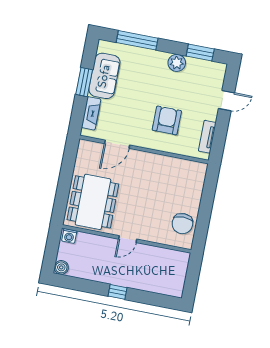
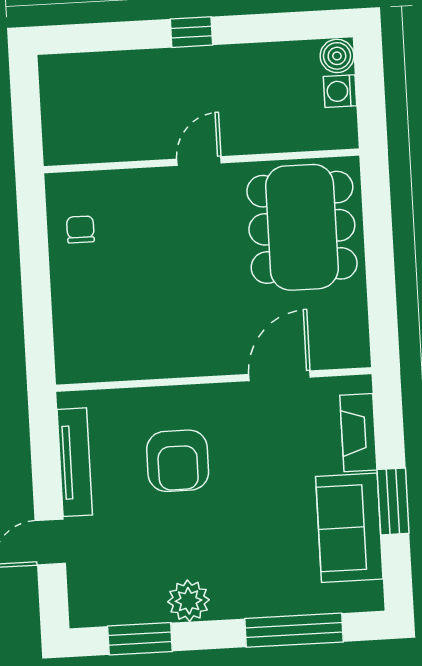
tv unit: (207, 137) -> (75, 462), width x1.41
chair: (182, 224) -> (80, 229), width x0.54, depth x0.54
washing machine: (69, 236) -> (340, 91), moved, turned -90

